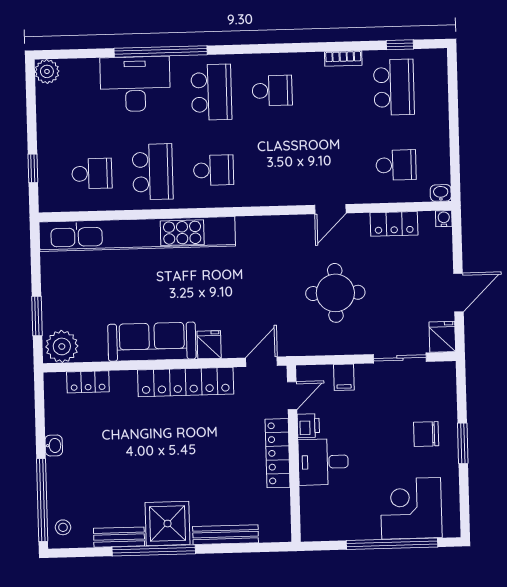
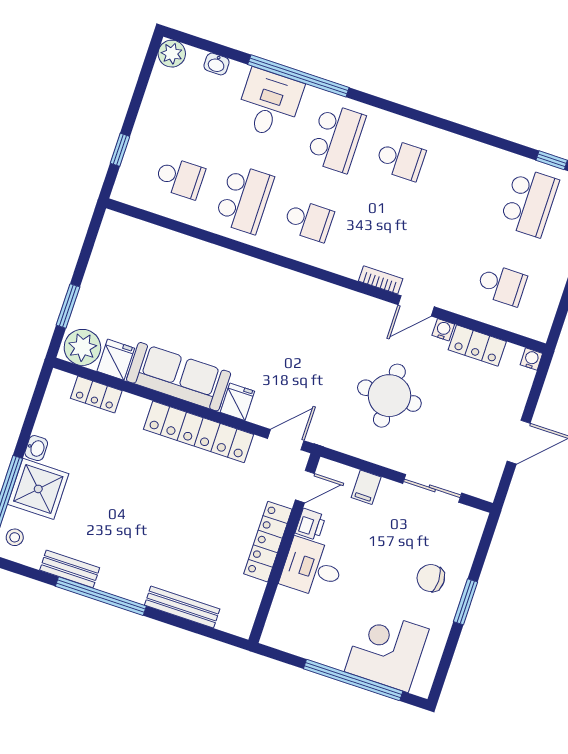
bookcase: (343, 58) -> (381, 280), moved, turned 180
desk: (135, 84) -> (269, 104), width x0.73
washbasin: (441, 193) -> (216, 64), moved, turned 180
water cooler: (360, 221) -> (443, 330), added
kitchen unit: (137, 234) -> (204, 258), removed
fridge: (442, 337) -> (116, 360), moved
shower: (168, 524) -> (38, 489), moved

